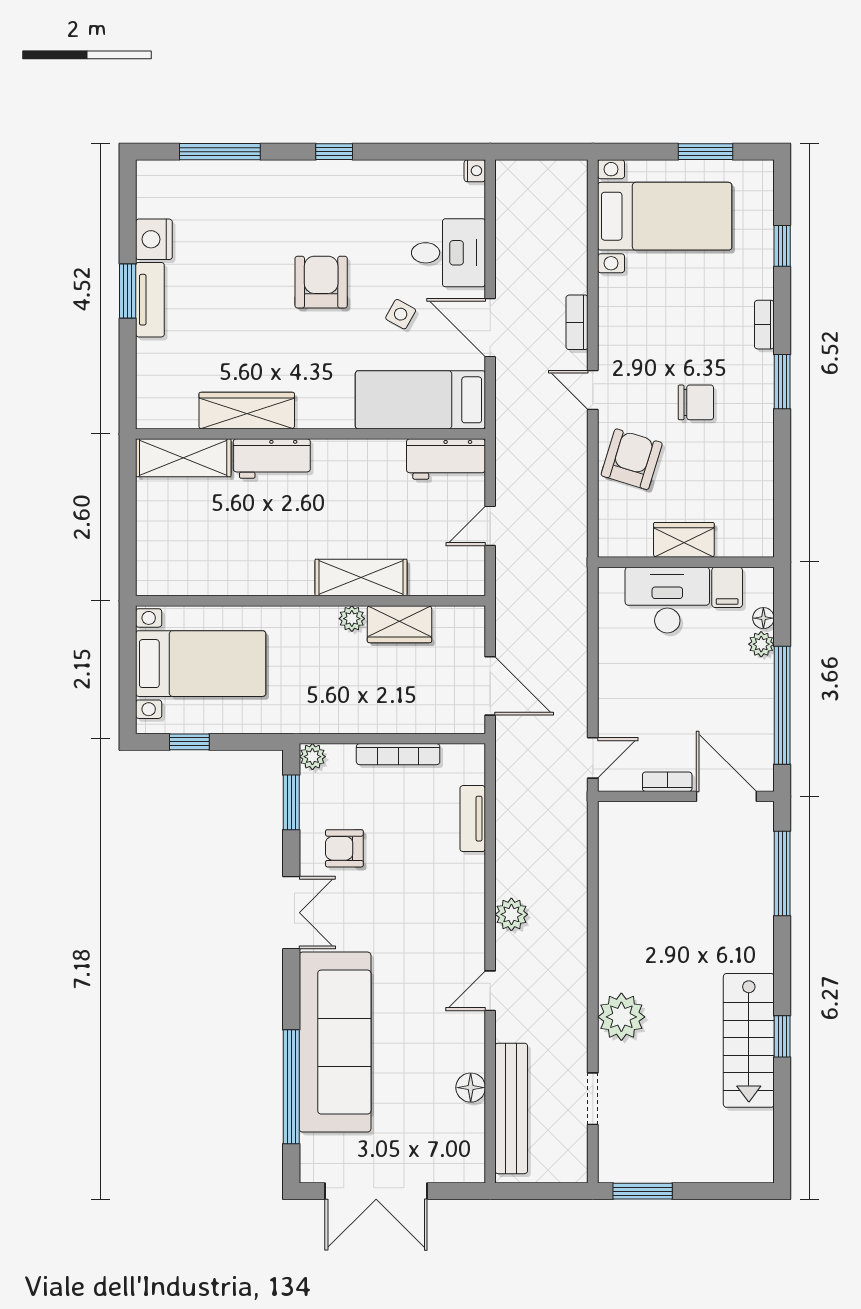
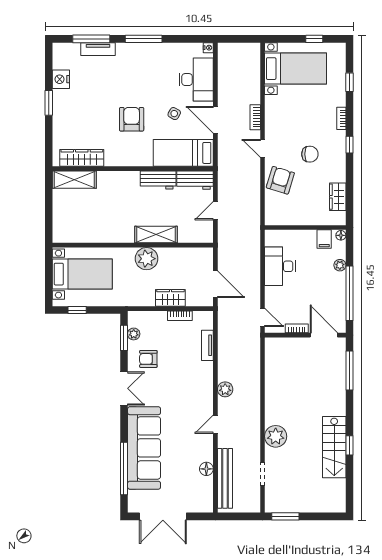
window: (334, 152) -> (144, 39), width x2.17
window: (706, 152) -> (314, 39), width x0.67
desk: (448, 253) -> (196, 80), width x1.37
armchair: (321, 282) -> (132, 119), moved
tv unit: (150, 300) -> (98, 49), moved, turned 90
window: (782, 382) -> (349, 145), width x0.67
wardrobe: (247, 411) -> (82, 158), moved
workbench: (272, 459) -> (158, 180), moved
wardrobe: (684, 540) -> (338, 197), moved, turned -90
desk: (667, 600) -> (280, 266), moved, turned -90
floor lamp: (763, 618) -> (341, 235), moved
plant: (352, 619) -> (147, 259), width x1.88, depth x1.88
wardrobe: (399, 624) -> (170, 298), moved, turned 180
bookcase: (398, 754) -> (180, 316), width x0.64
plant: (312, 757) -> (134, 334), moved
door: (593, 758) -> (262, 317), hinge flipped

